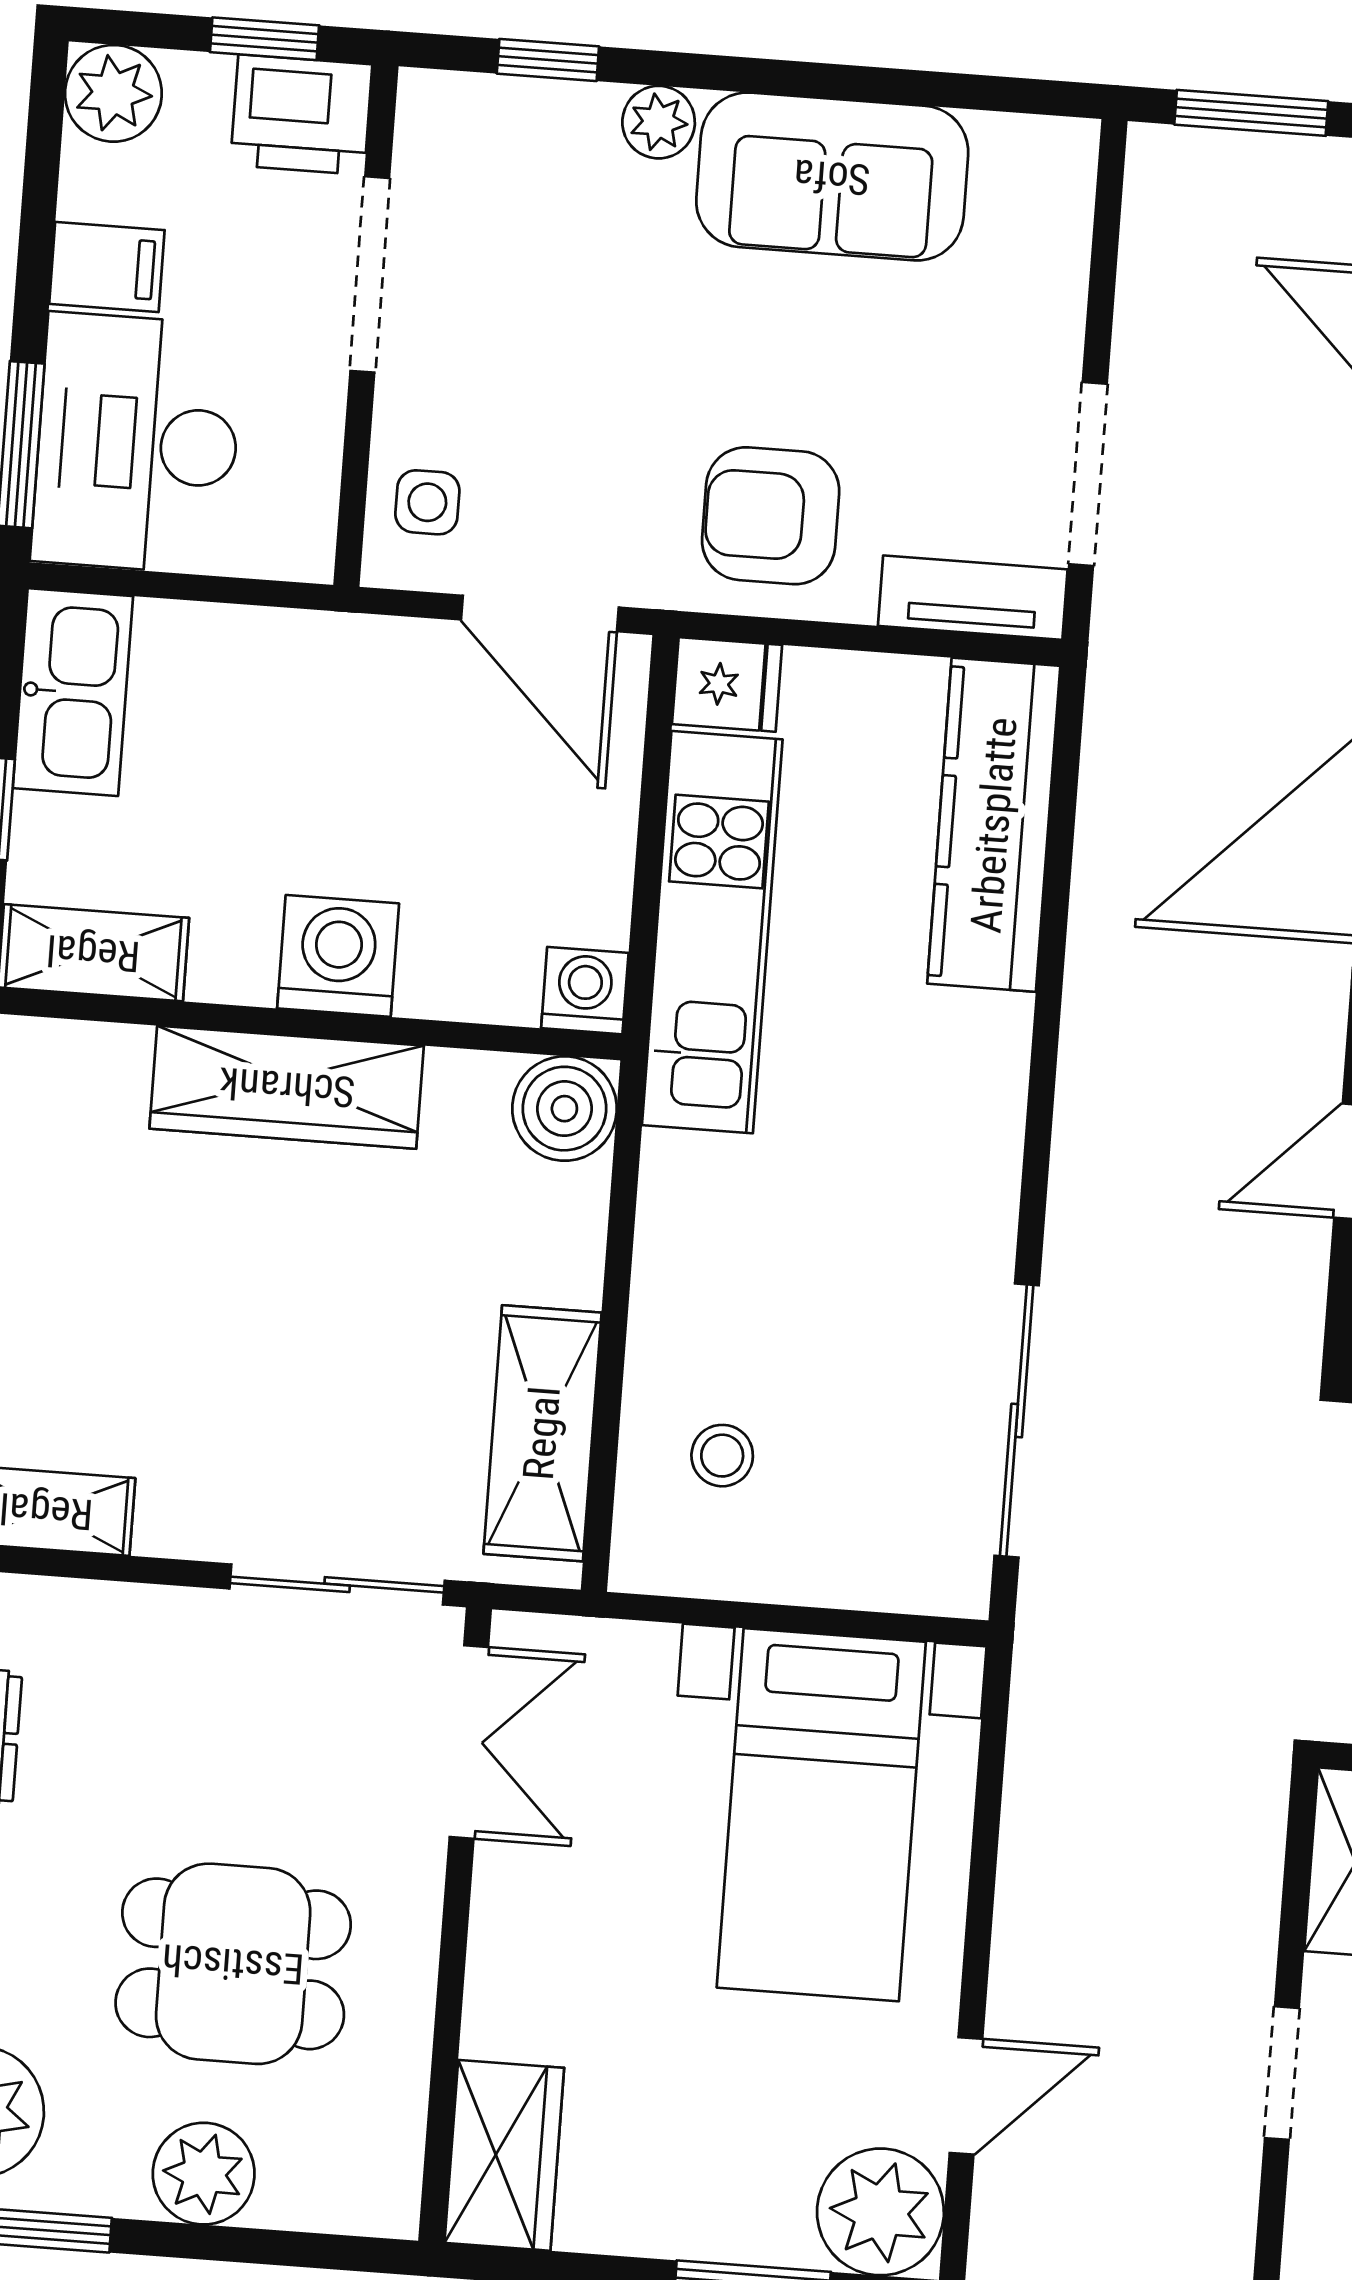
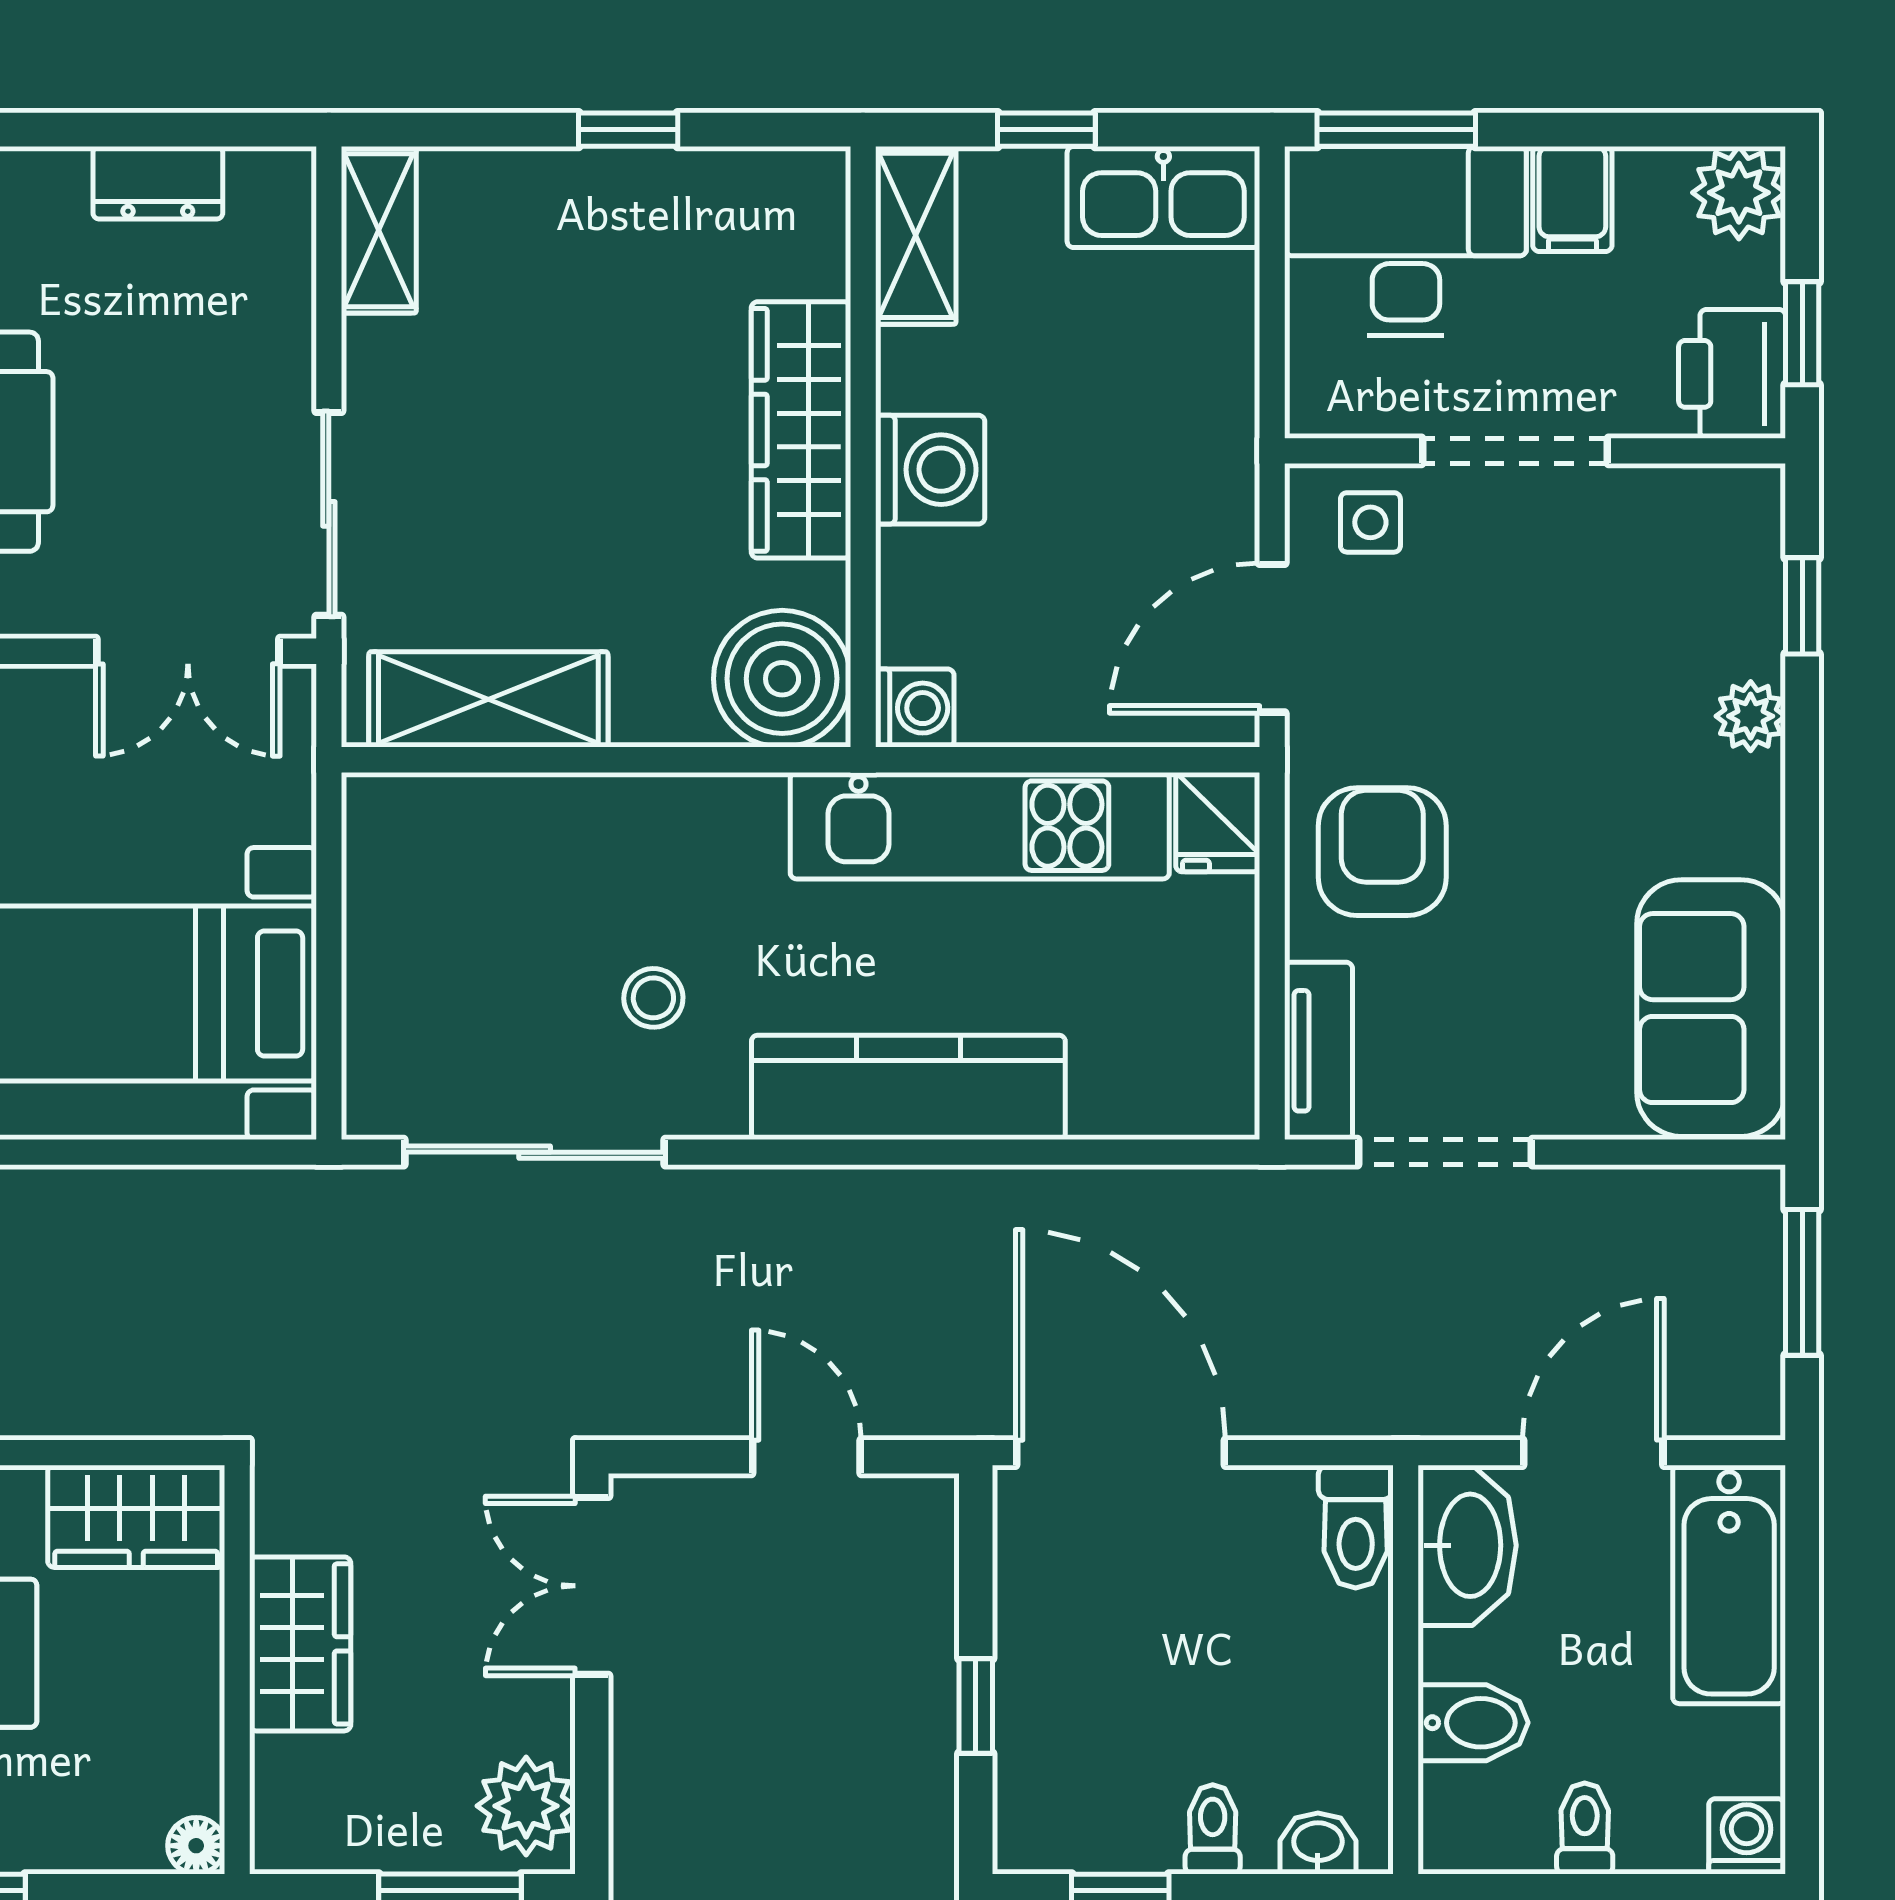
sofa: (832, 177) -> (1711, 1008), moved
doorway: (370, 274) -> (1515, 451), moved
kitchen counter: (994, 825) -> (908, 1087), moved
boiler: (564, 1109) -> (782, 679), width x1.37, depth x1.37
stool: (722, 1456) -> (653, 998), moved

